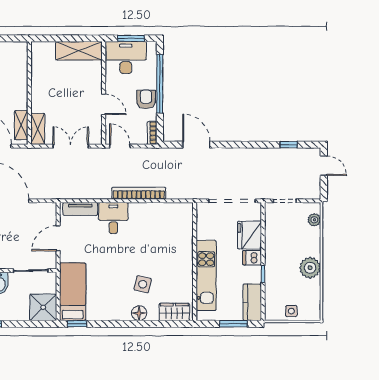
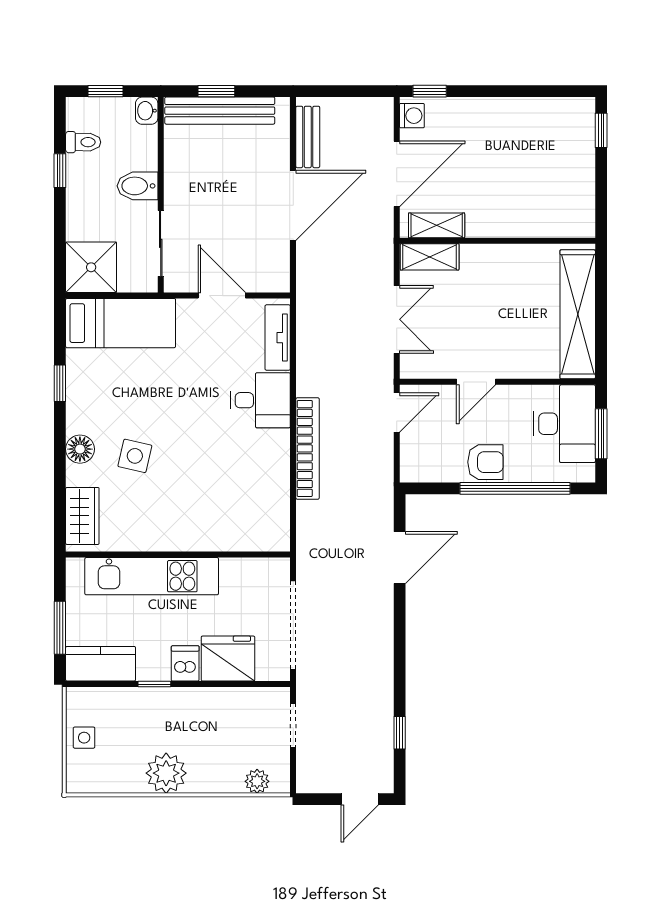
shelving: (79, 51) -> (578, 314), width x1.47
bookcase: (152, 133) -> (422, 474), removed
window: (77, 324) -> (60, 383), moved

